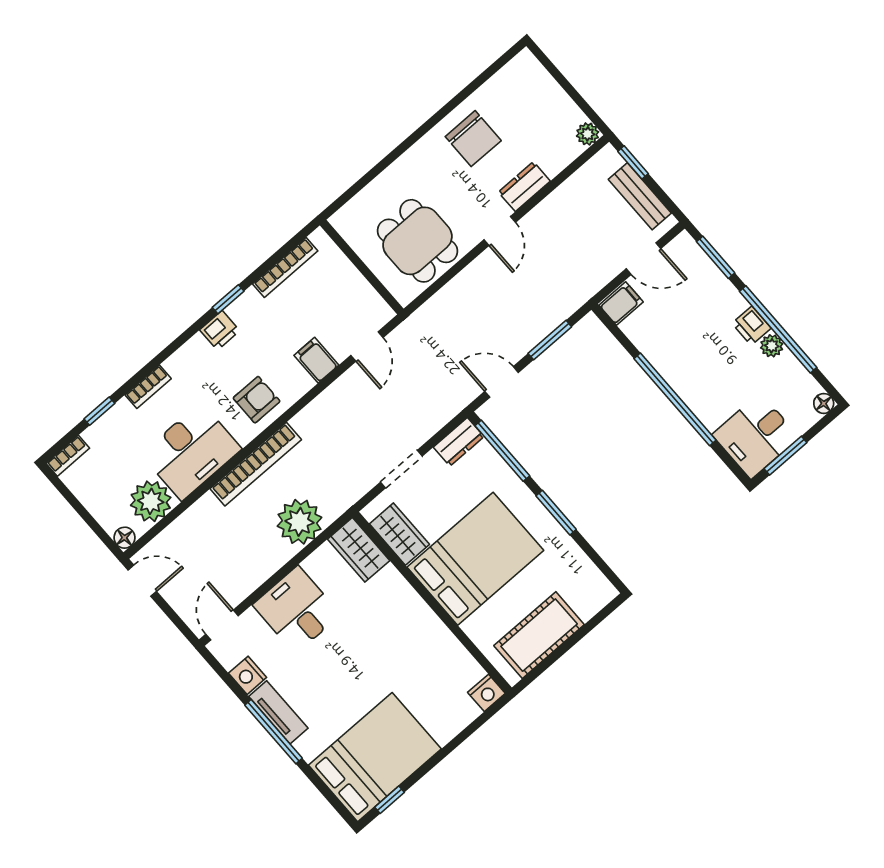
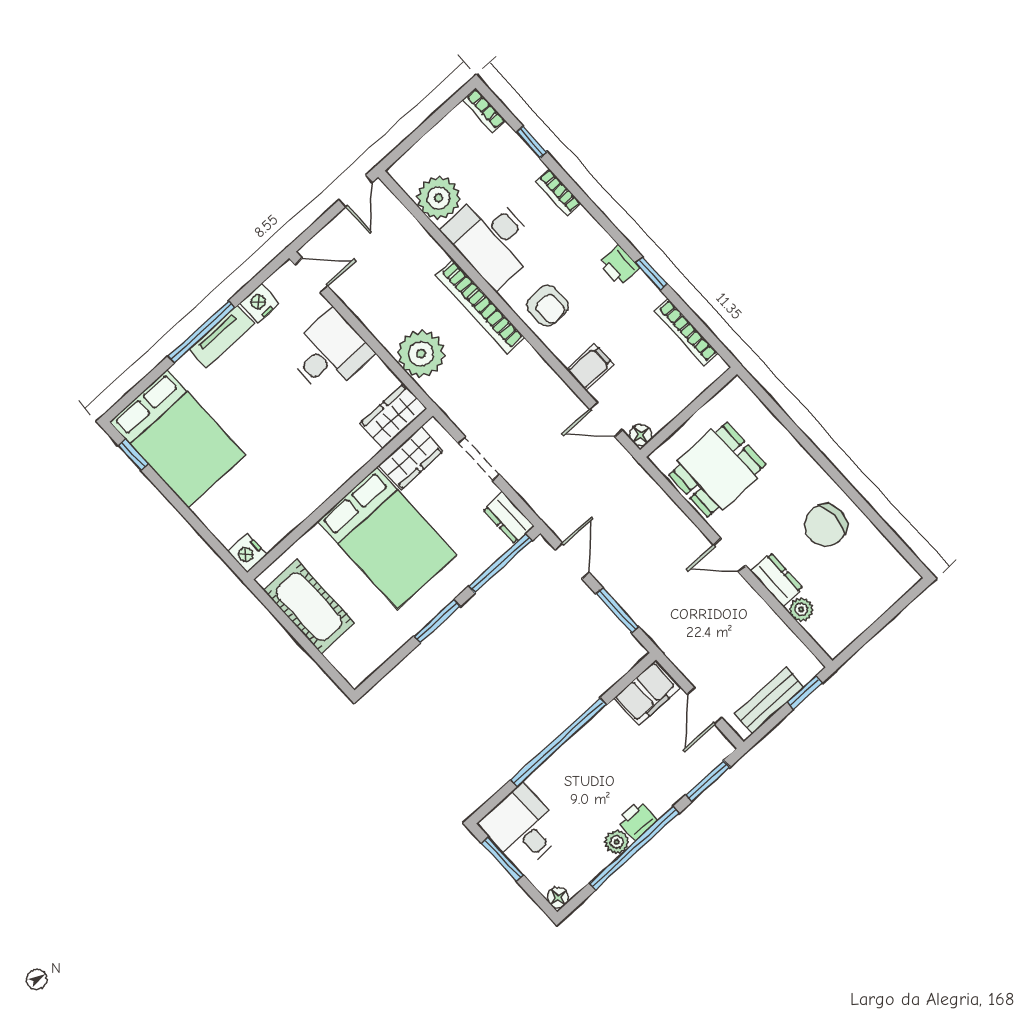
plant: (588, 134) -> (801, 609), moved
filing cabinet: (621, 303) -> (647, 693), width x2.00
floor lamp: (124, 538) -> (641, 435), moved

